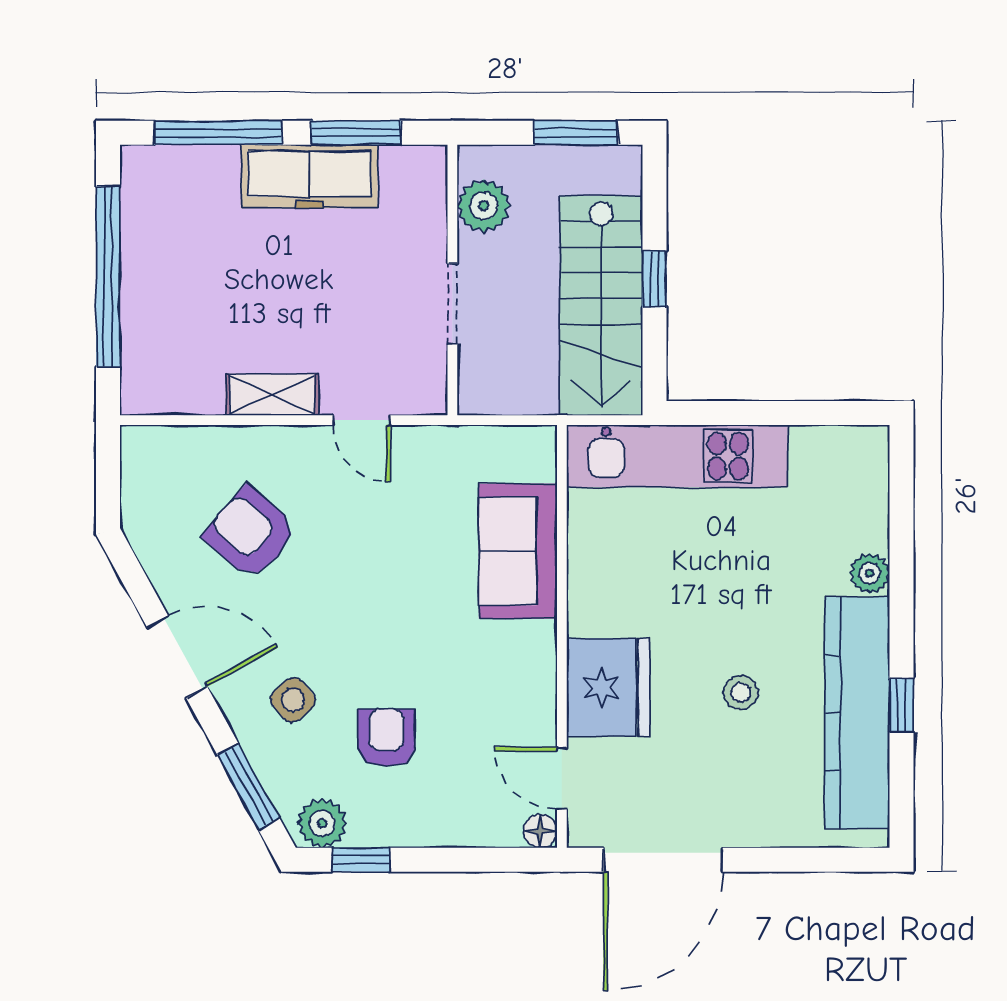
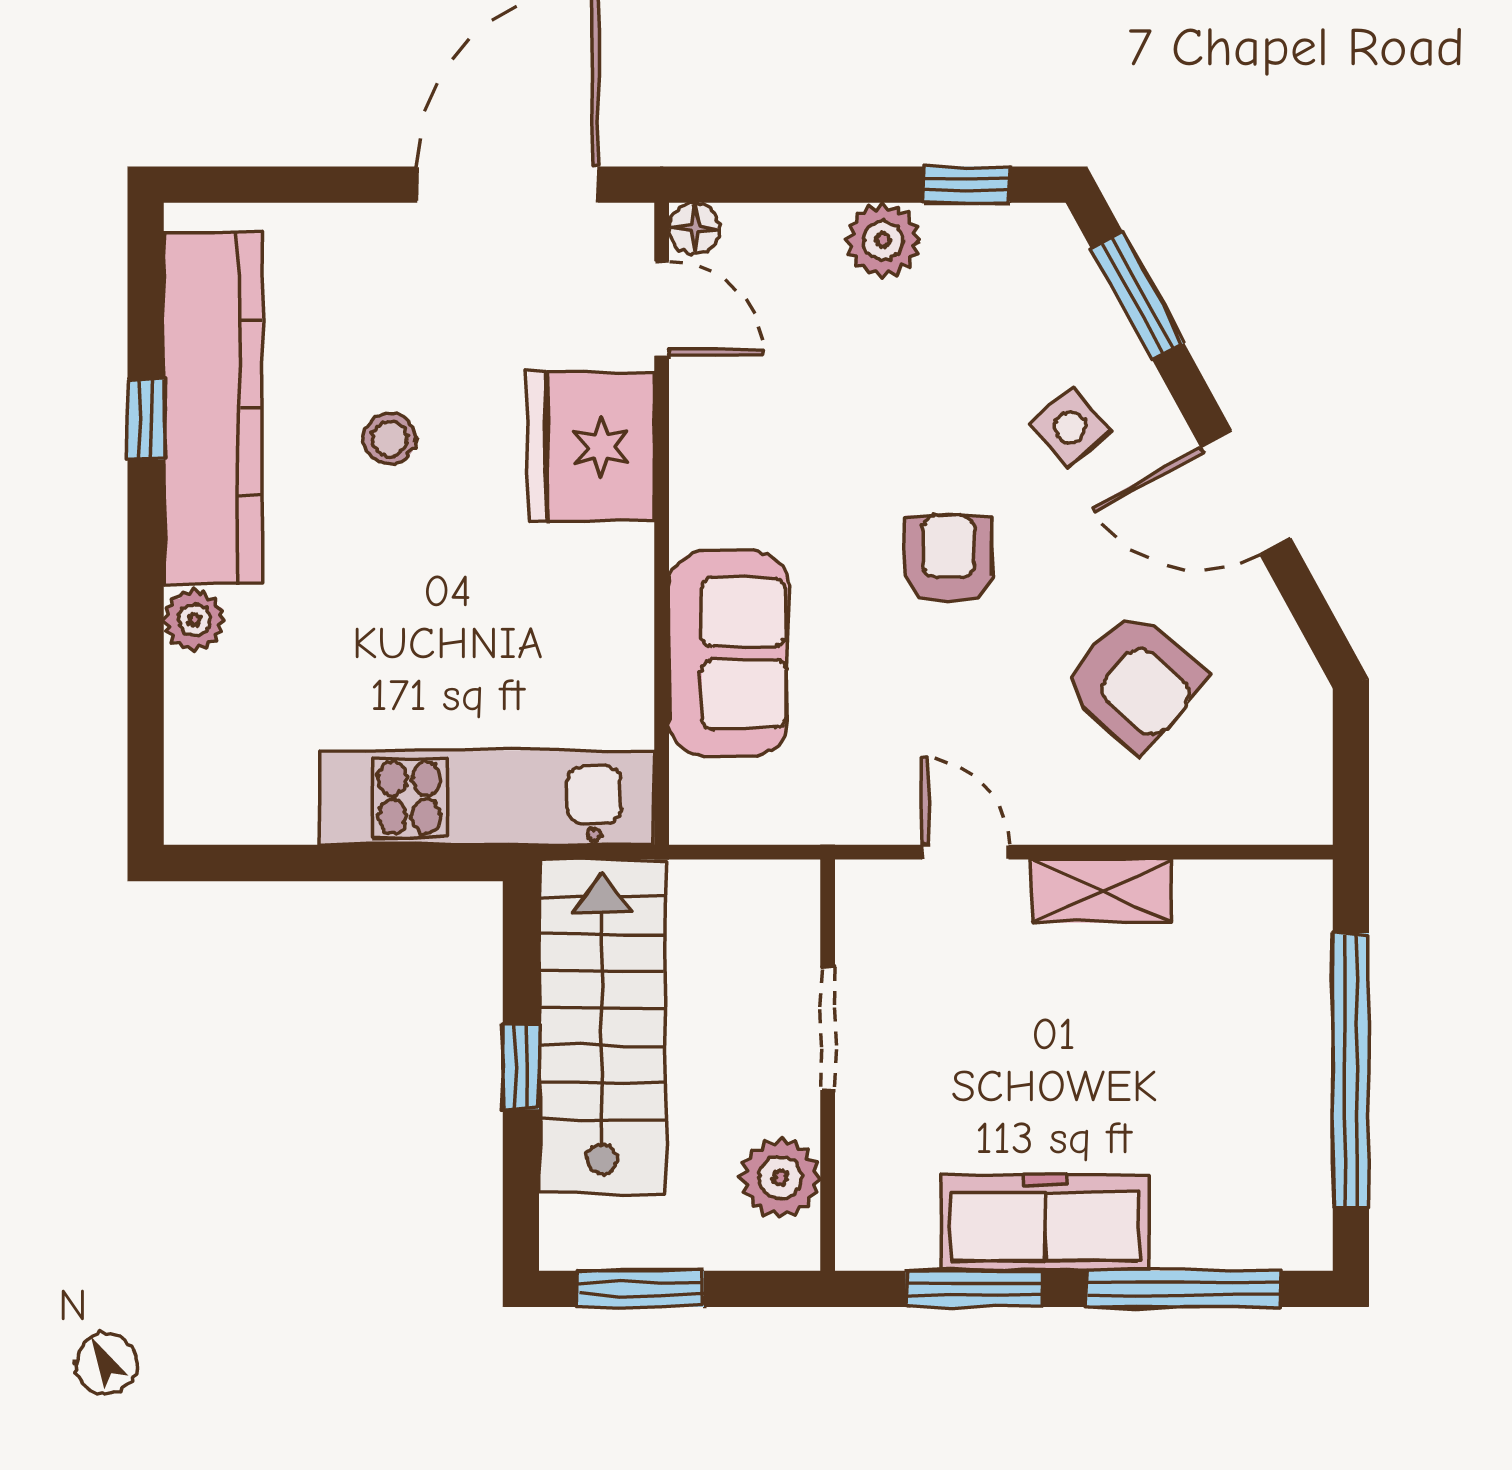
armchair: (386, 738) -> (949, 559), moved, turned 180
plant: (322, 823) -> (883, 240), moved

